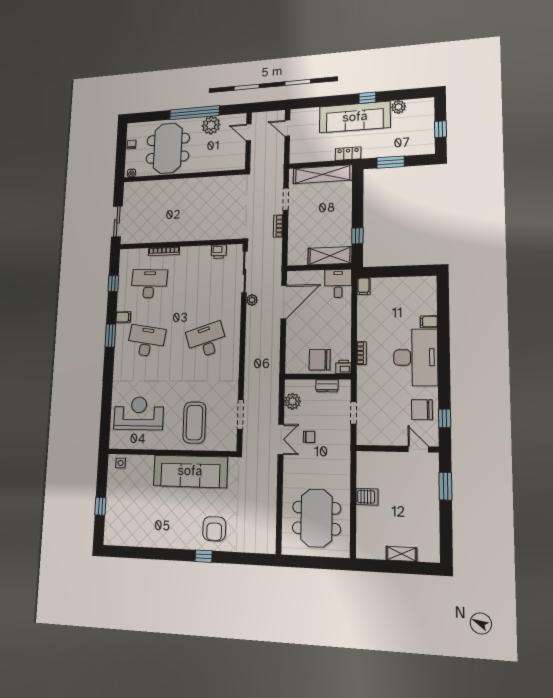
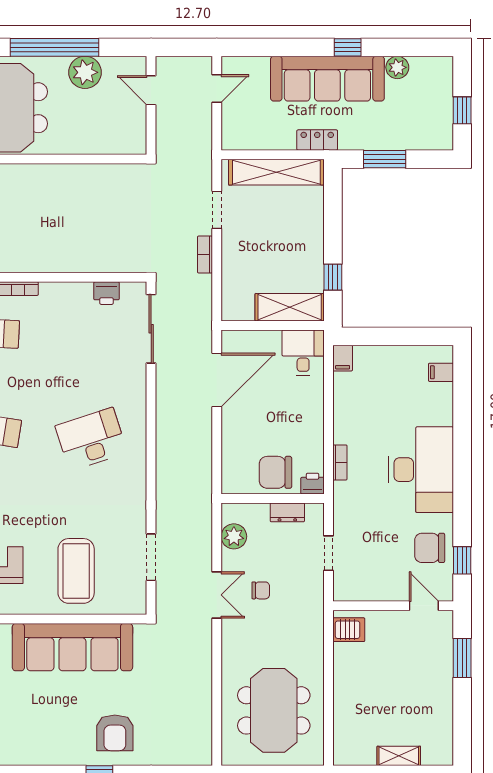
door: (287, 128) -> (217, 88), swing flipped
plant: (252, 300) -> (165, 375), removed
filing cabinet: (429, 322) -> (441, 372), moved
server rack: (367, 497) -> (349, 630), moved

